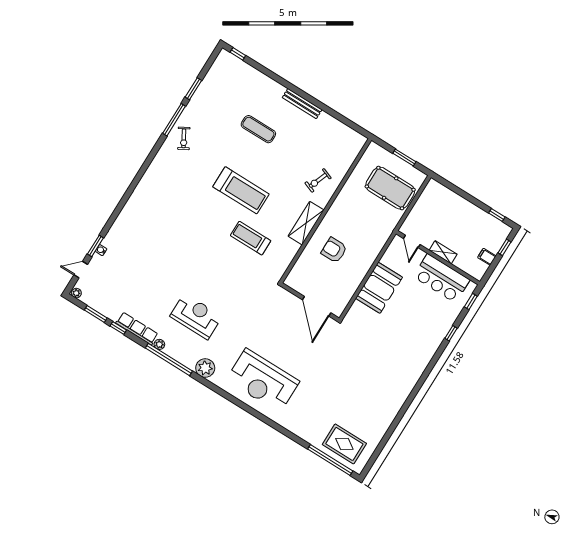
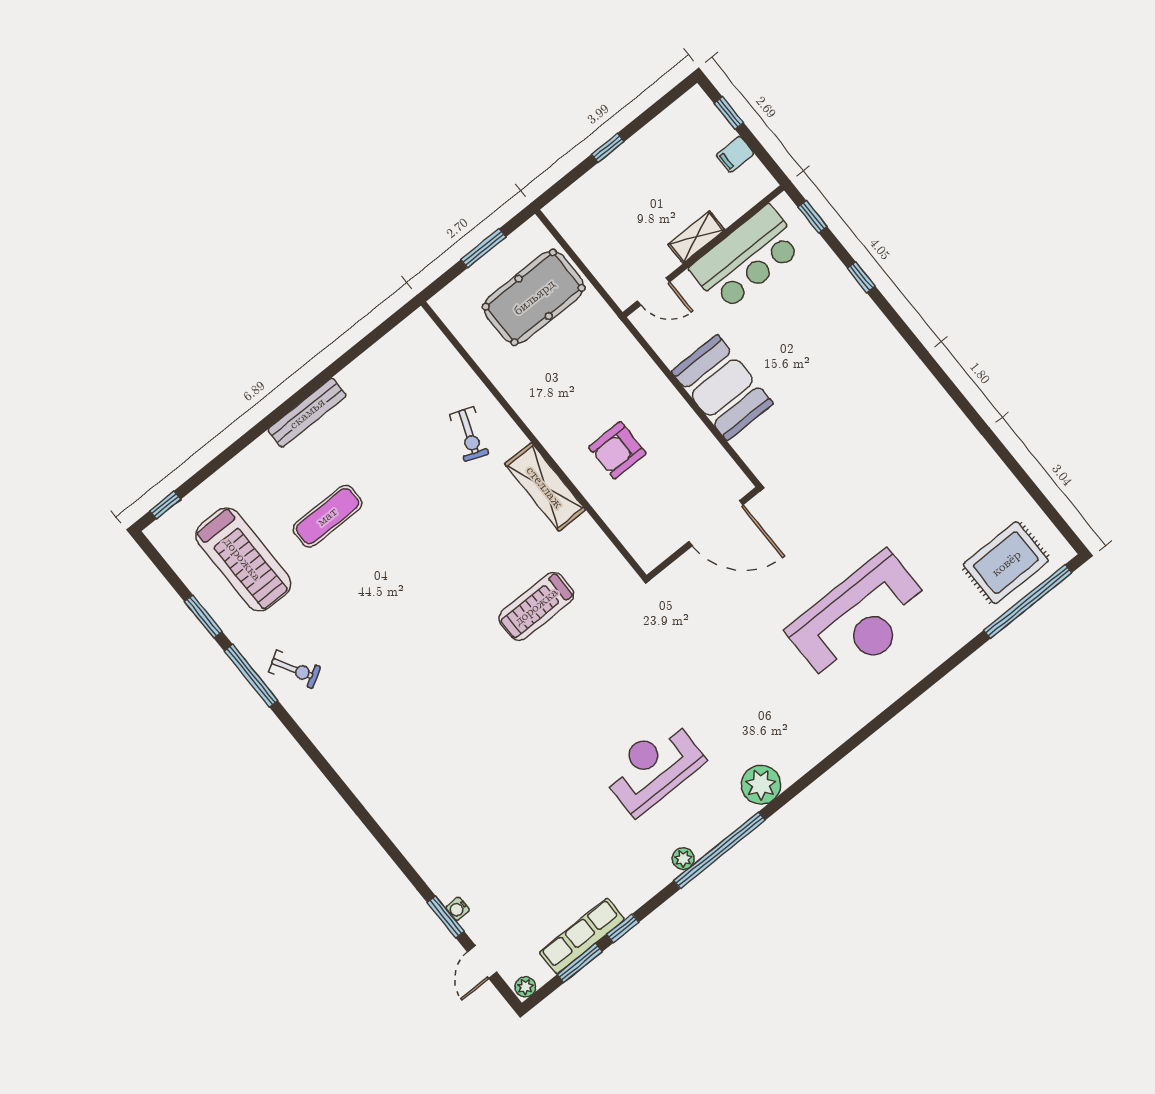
treadmill: (241, 190) -> (243, 559), moved, turned 90
window: (497, 215) -> (608, 148), moved
row of seats: (137, 329) -> (582, 936), moved
reception desk: (263, 381) -> (860, 620), moved

